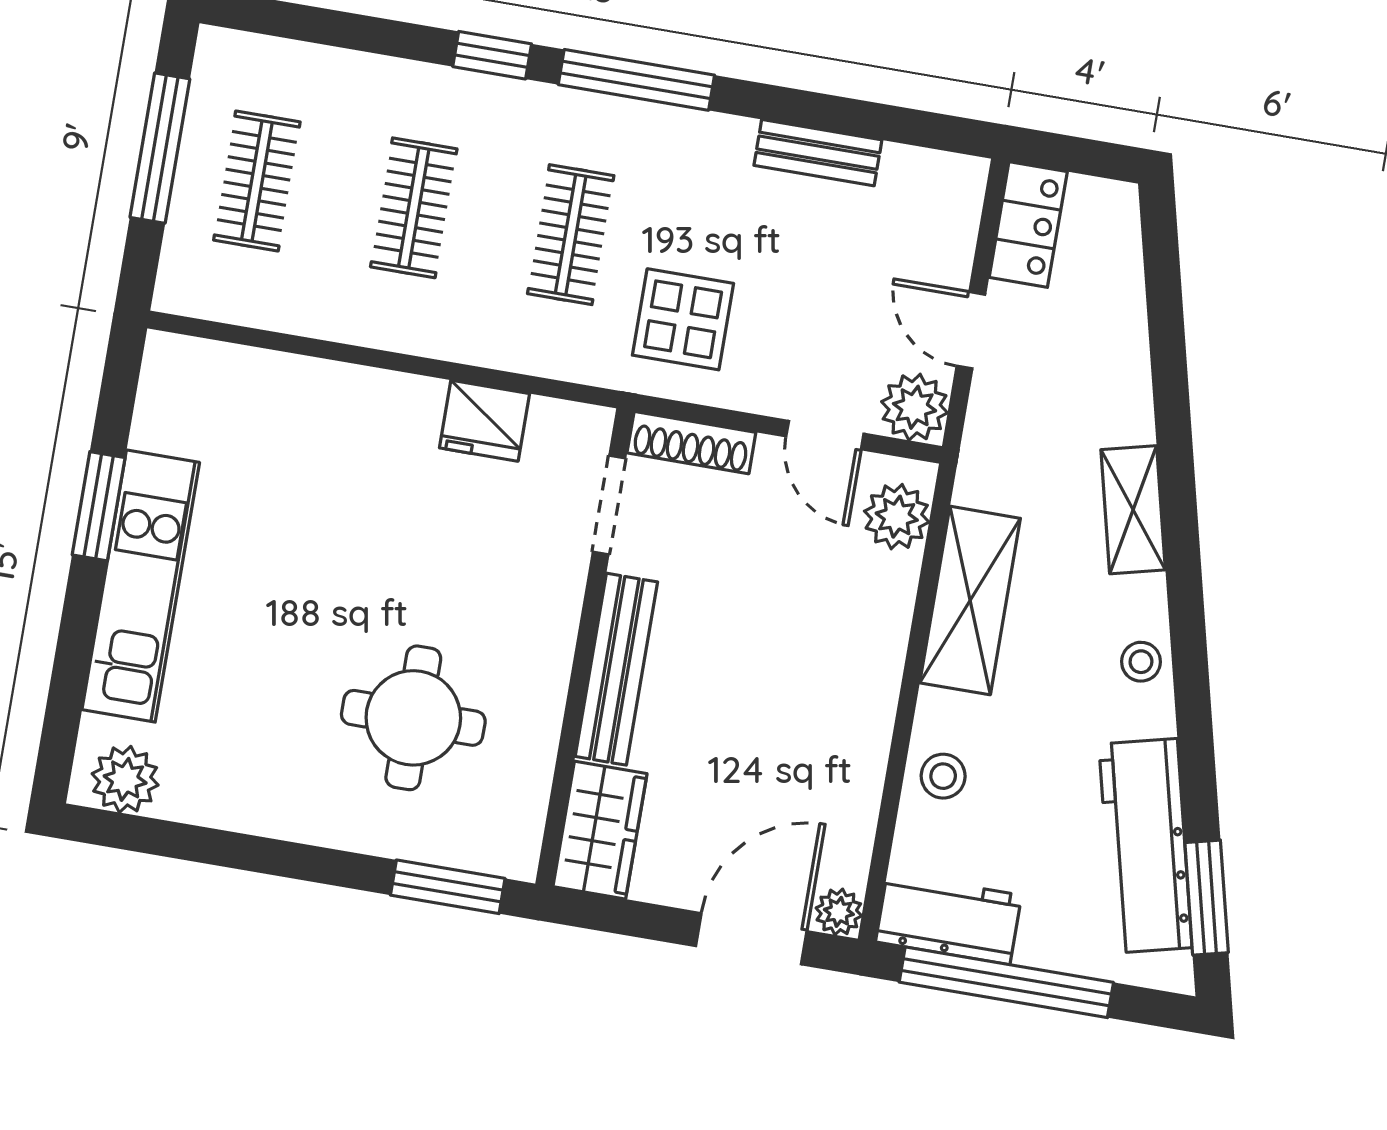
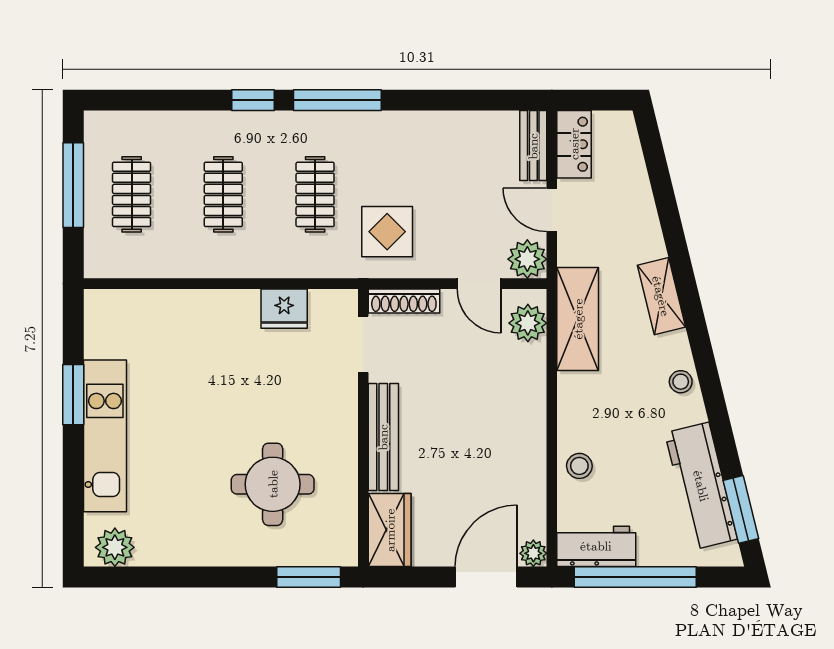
bench: (818, 153) -> (533, 146), moved, turned 90
shelving: (970, 601) -> (578, 319), moved

